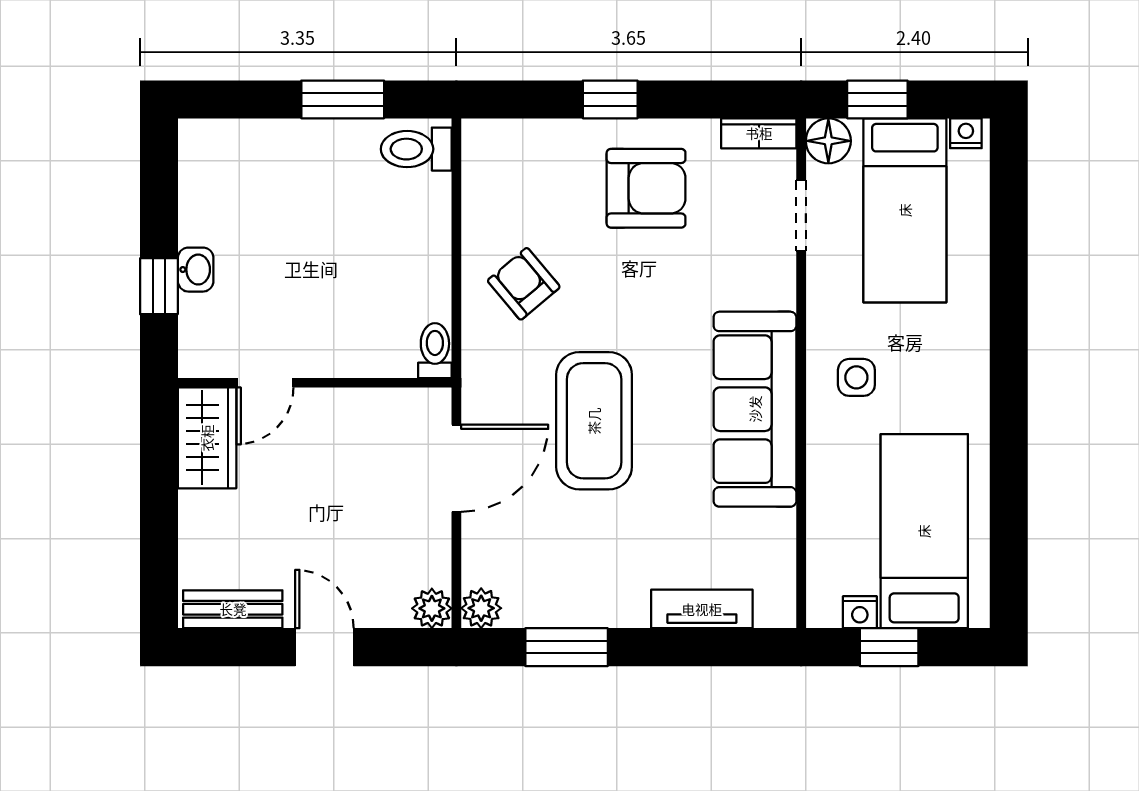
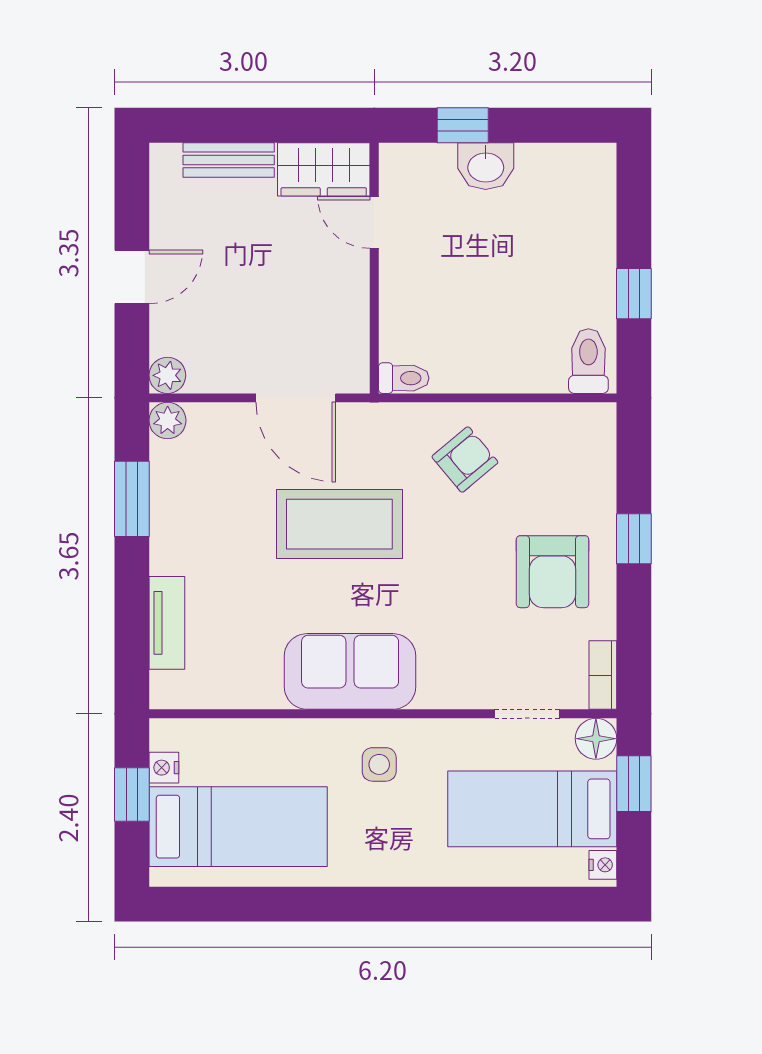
window: (343, 99) -> (634, 294), width x0.67
washbasin: (196, 270) -> (486, 166), width x1.38, depth x1.45
sofa: (755, 409) -> (350, 671), width x0.73
bench: (233, 609) -> (229, 160), moved, turned 90

